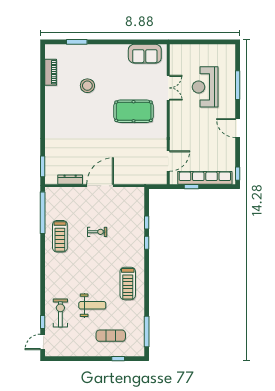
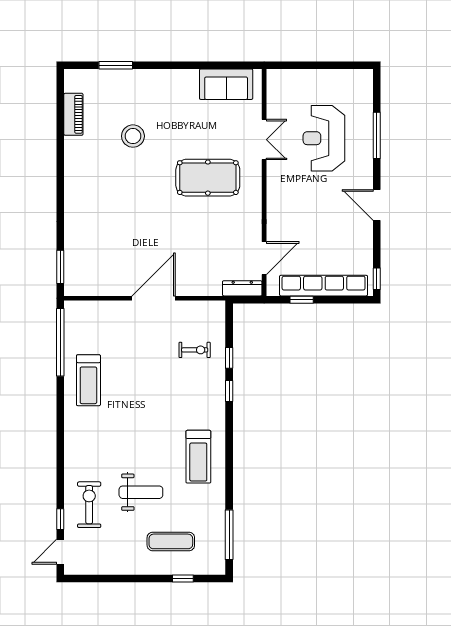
dresser: (70, 180) -> (242, 288), moved
exercise bike: (97, 232) -> (195, 350), moved

